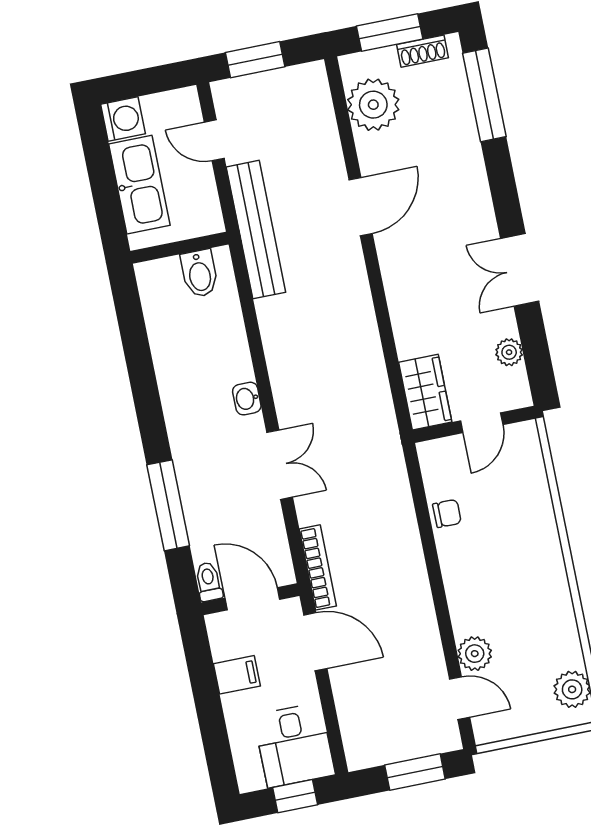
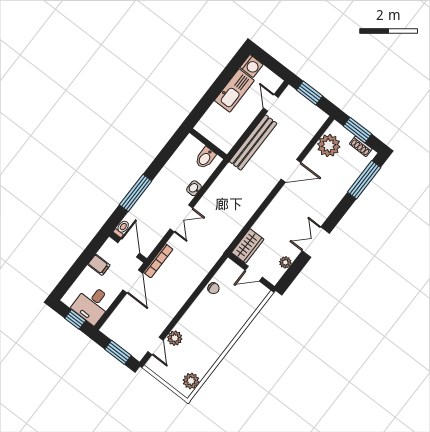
wall: (179, 248) -> (208, 144), moved
bidet: (199, 273) -> (205, 158), moved

